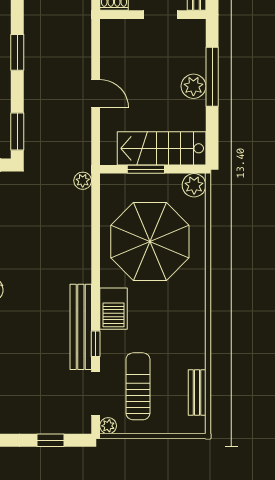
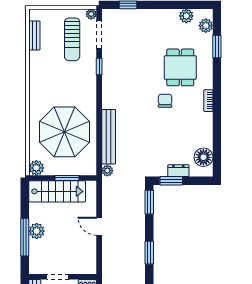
barbecue: (113, 309) -> (88, 89), removed
bench: (81, 327) -> (109, 137), moved

